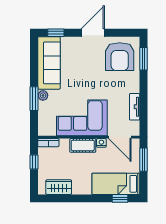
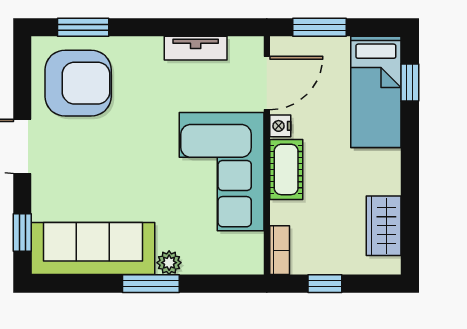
window: (34, 99) -> (151, 284), moved

